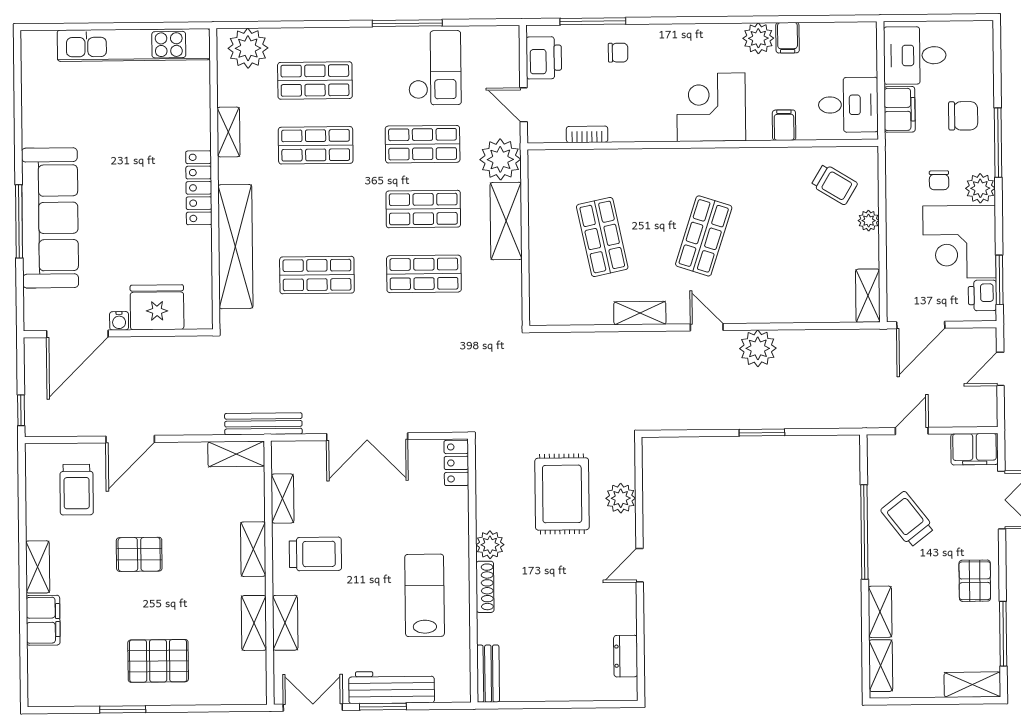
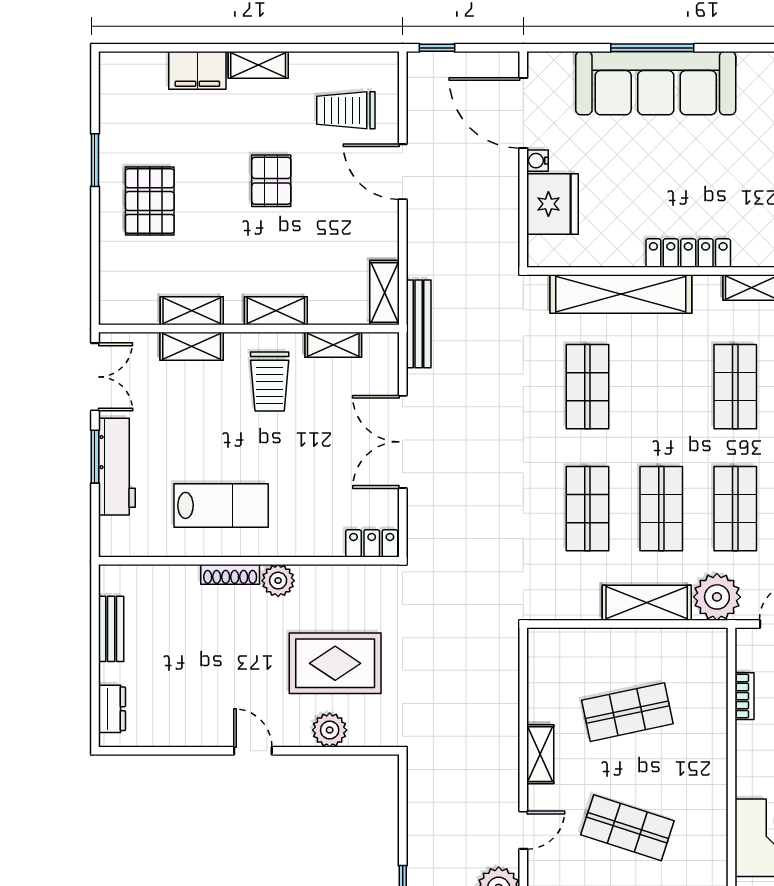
dresser: (626, 656) -> (112, 709), moved, turned 90
bench: (488, 674) -> (111, 629), moved, turned 90

